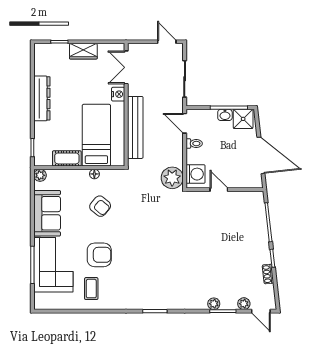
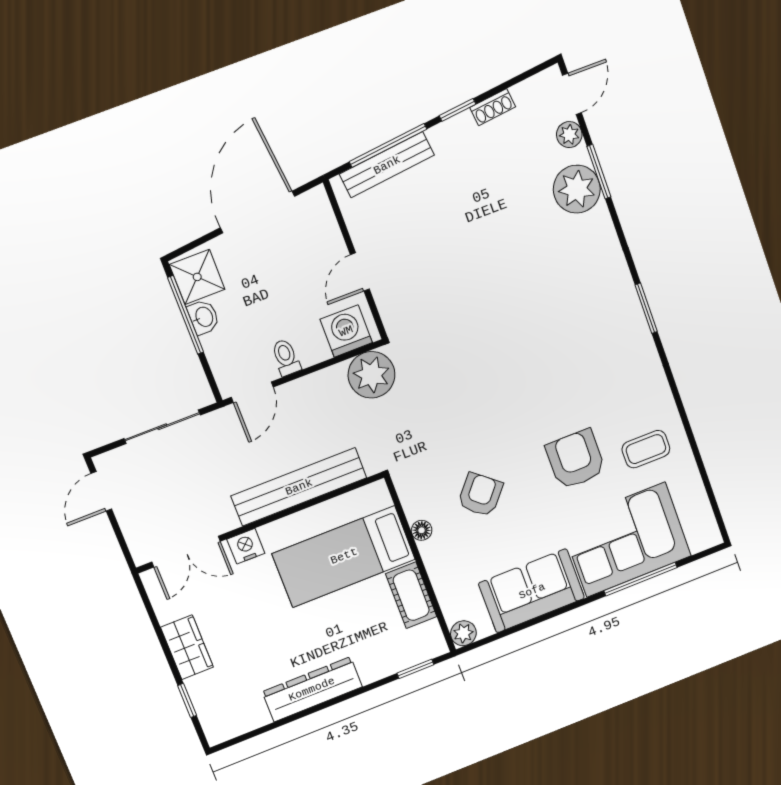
bench: (260, 219) -> (387, 165), added
plant: (214, 304) -> (577, 189), width x1.88, depth x1.88

